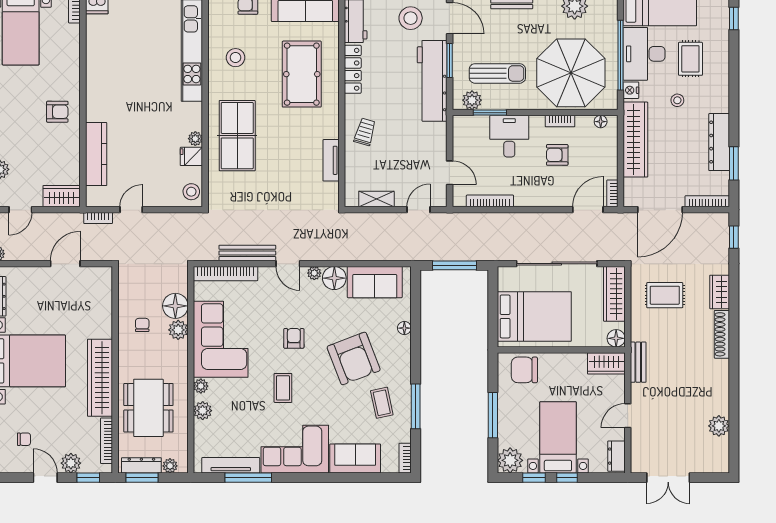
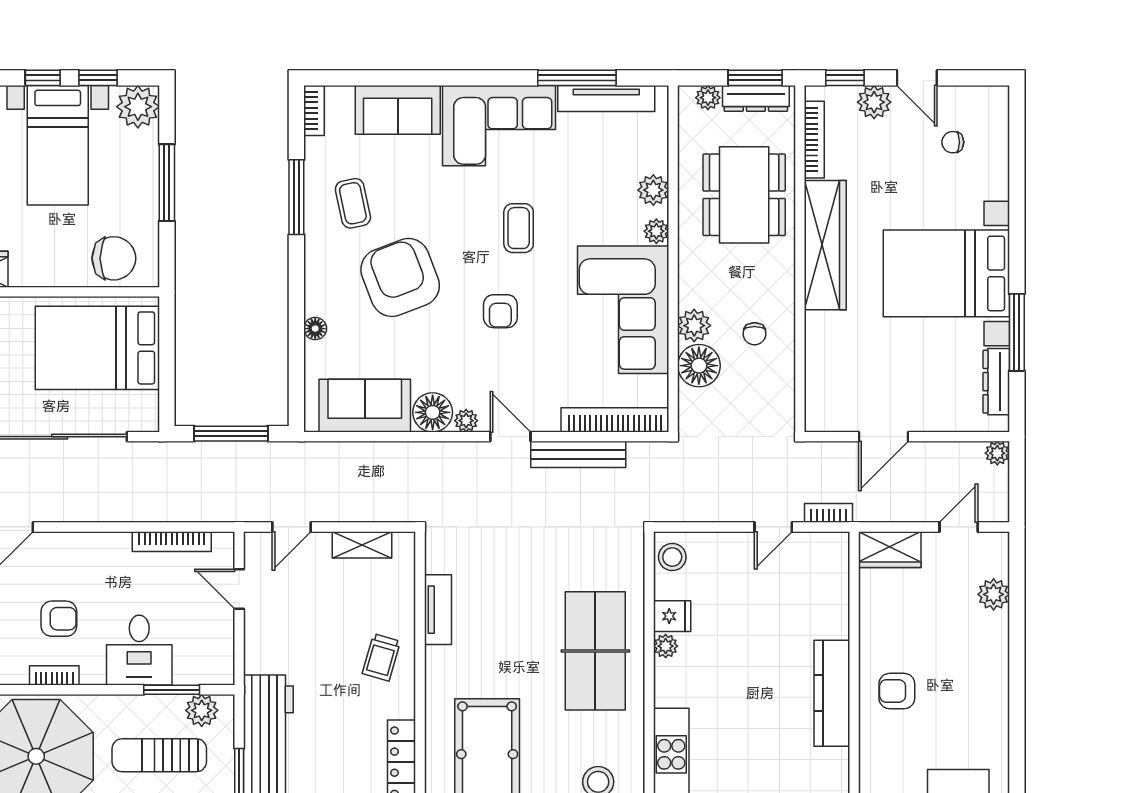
kitchen counter: (96, 154) -> (832, 693), moved

